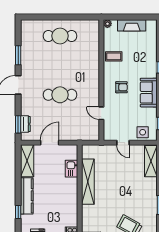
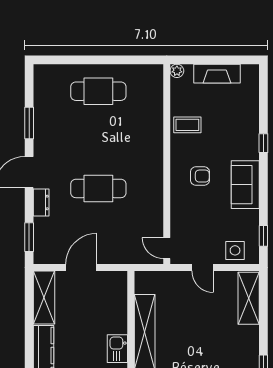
door: (101, 113) -> (167, 248), moved
dresser: (25, 124) -> (41, 202), moved
kitchen sink: (71, 169) -> (117, 349), moved

